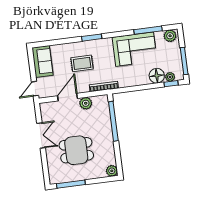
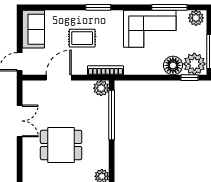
plant: (170, 77) -> (194, 64), width x1.88, depth x1.88
plant: (86, 103) -> (101, 88), moved

